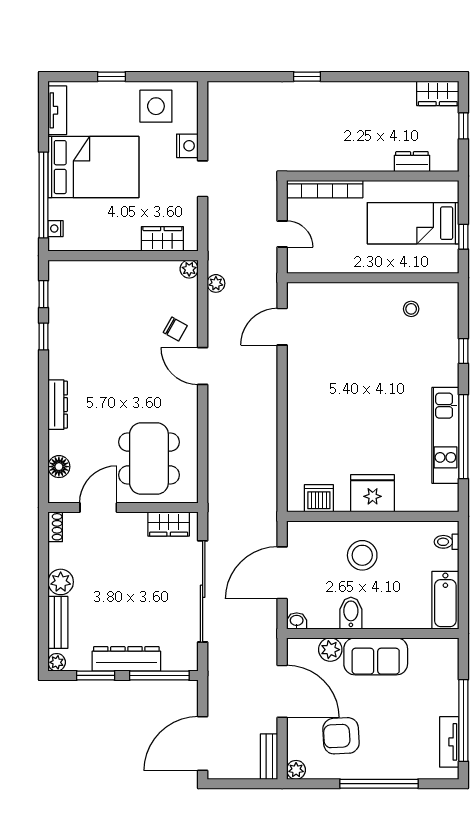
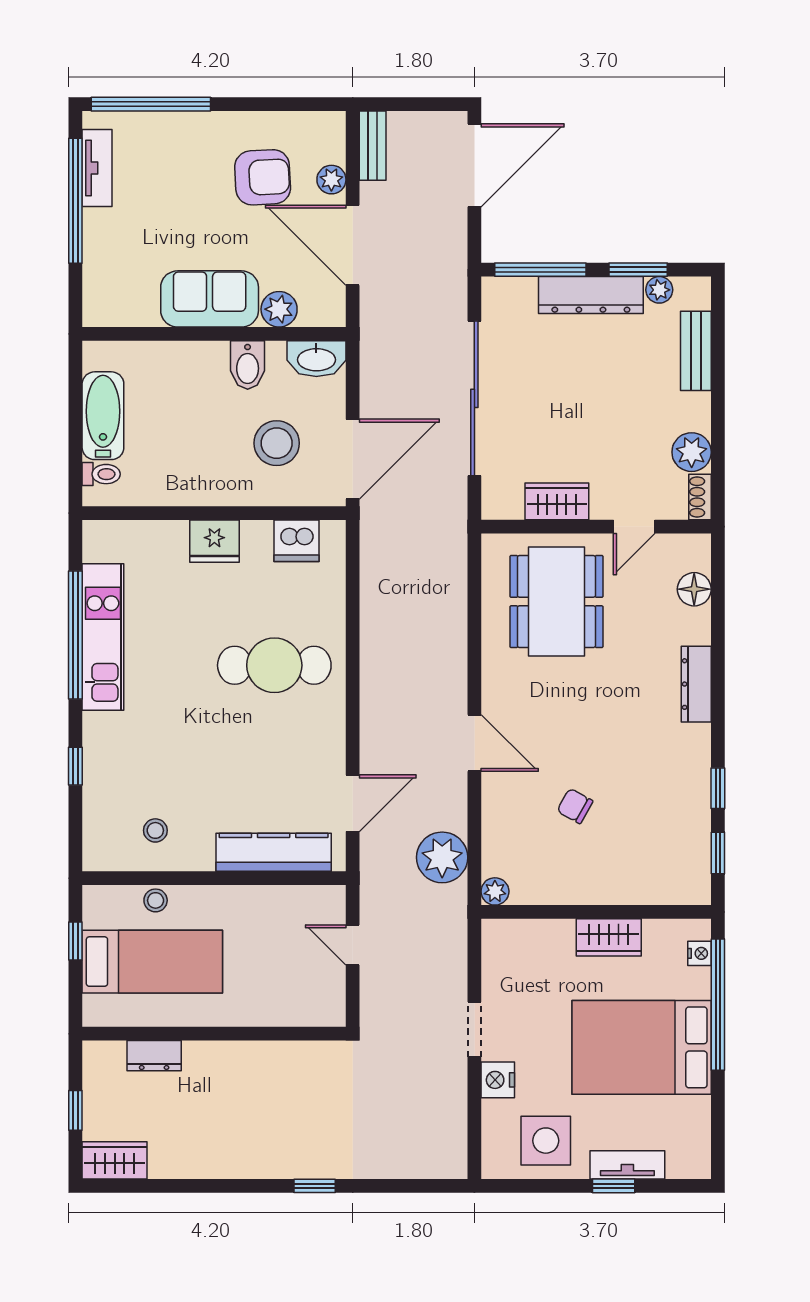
tv unit: (57, 110) -> (627, 1165), moved, turned 90
bookcase: (325, 189) -> (288, 1014), removed
wardrobe: (162, 239) -> (609, 937), moved
stool: (411, 263) -> (156, 900), added
plant: (216, 283) -> (442, 857), width x1.87, depth x1.87
kitchen counter: (334, 295) -> (274, 852), added
chair: (175, 329) -> (575, 806), moved
cafe table: (333, 417) -> (274, 665), added
fridge: (373, 493) -> (214, 541), width x0.73, depth x0.75
door: (98, 507) -> (634, 527), width x0.73
wardrobe: (169, 524) -> (557, 501), moved
stool: (362, 555) -> (277, 443), moved
door: (282, 573) -> (353, 459), moved
plant: (61, 582) -> (692, 452), moved
bathtub: (445, 600) -> (103, 416), moved
washbasin: (297, 621) -> (316, 359), width x1.91, depth x1.45
plant: (57, 662) -> (659, 290), moved
plant: (296, 770) -> (331, 180), moved
window: (379, 784) -> (151, 104), moved

